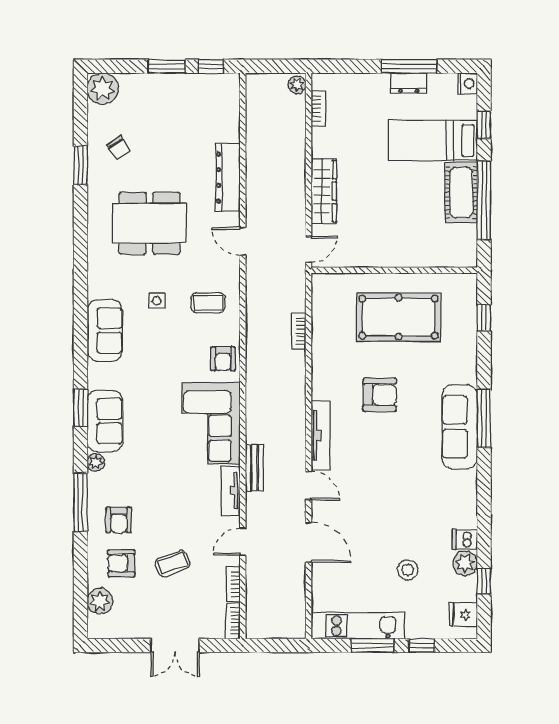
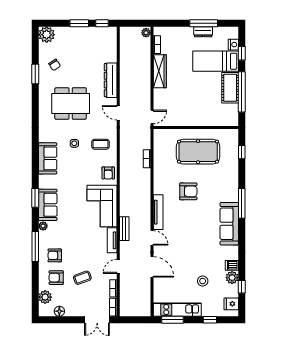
nightstand: (468, 83) -> (233, 45), moved
wardrobe: (324, 191) -> (160, 71), moved
sofa: (460, 427) -> (229, 224), moved
armchair: (119, 520) -> (55, 255), turned 90
floor lamp: (128, 629) -> (59, 311), added
double door: (175, 646) -> (97, 320), moved
window: (373, 646) -> (173, 320), moved

